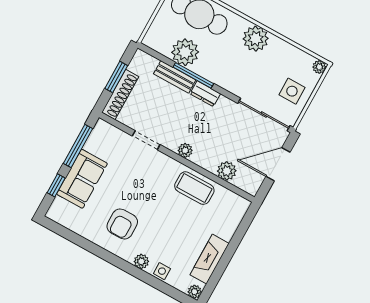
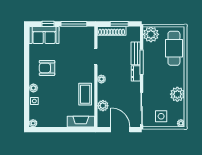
plant: (256, 39) -> (177, 94), moved
plant: (185, 52) -> (151, 34), moved
sofa: (82, 179) -> (44, 35), moved
fireplace: (209, 259) -> (81, 122), moved

